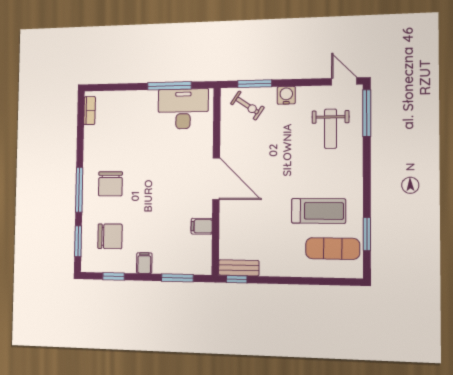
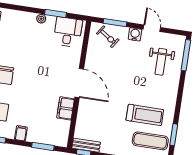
door: (344, 81) -> (152, 28), moved
window: (169, 86) -> (56, 14), width x0.69
plant: (151, 97) -> (41, 19), added
desk: (183, 109) -> (68, 32), width x0.73
filing cabinet: (202, 226) -> (66, 108), width x2.00

